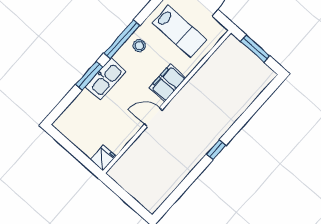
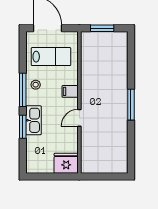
filing cabinet: (168, 83) -> (70, 91), width x0.50
window: (216, 150) -> (131, 105), width x2.17
fridge: (103, 158) -> (66, 163), width x1.88, depth x1.34

